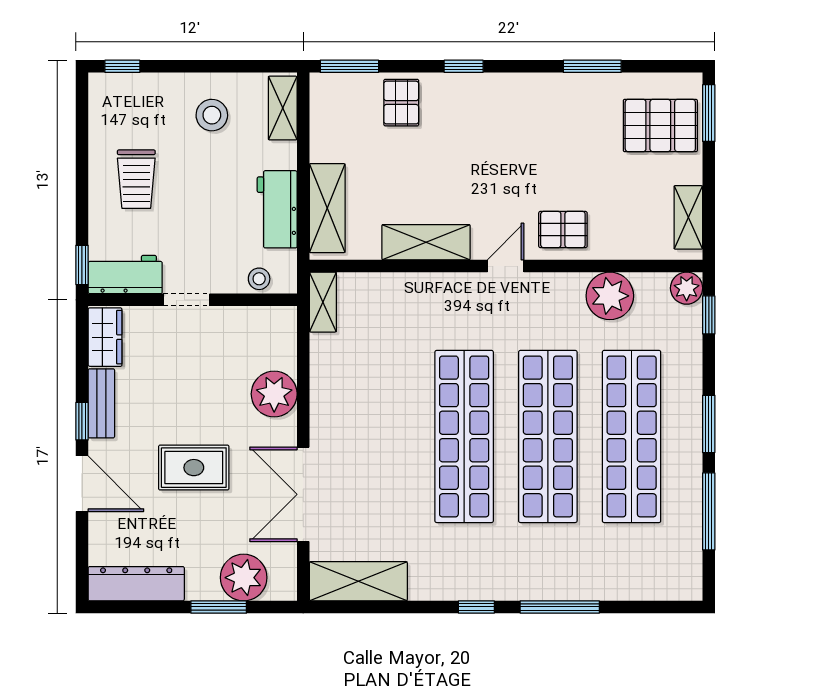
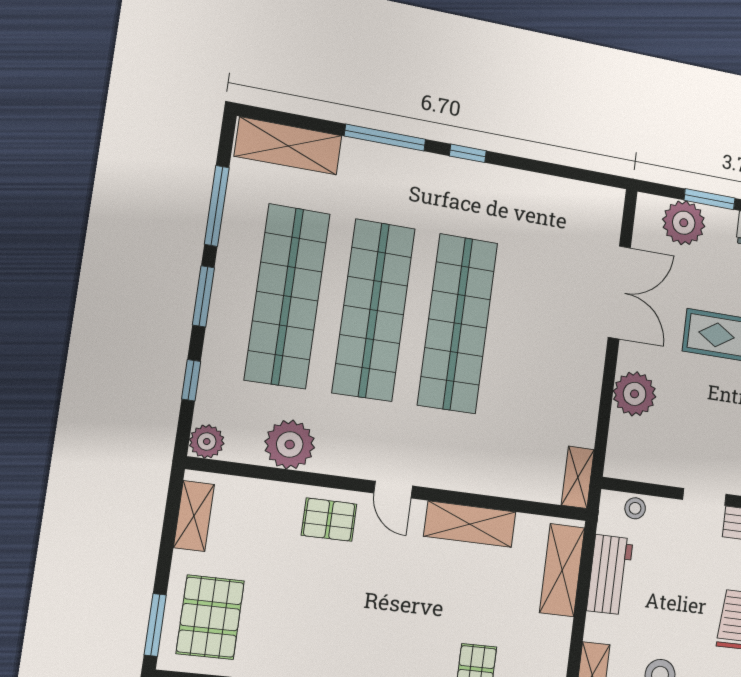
pallet: (660, 125) -> (210, 617), turned 90
door: (506, 266) -> (393, 490), hinge flipped
window: (709, 315) -> (191, 380), moved
shelving: (358, 581) -> (288, 146), moved

